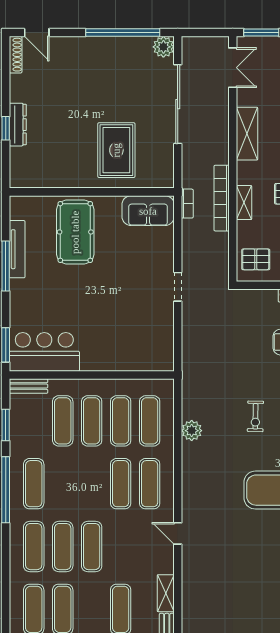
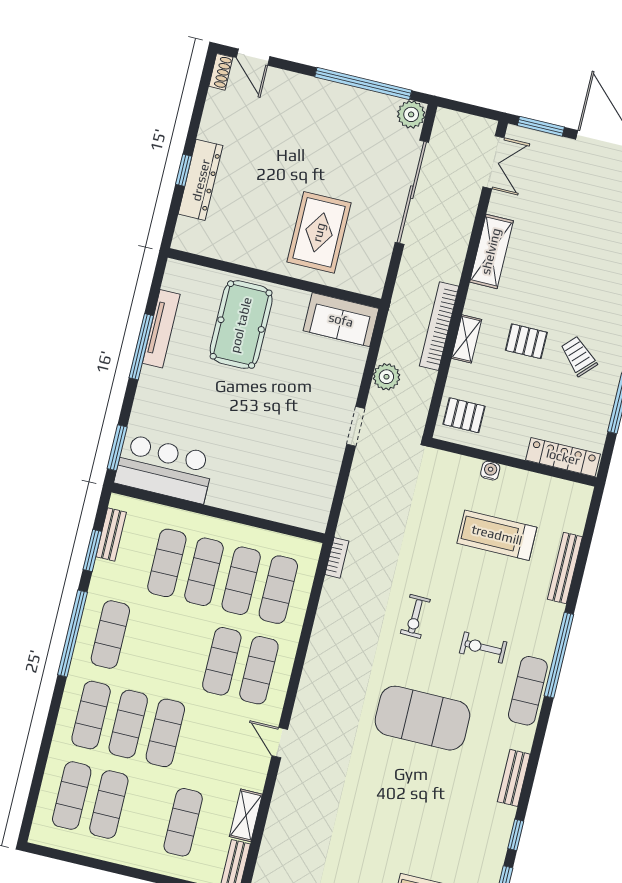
shoe rack: (16, 55) -> (221, 72), width x0.70
dresser: (18, 125) -> (201, 180), width x1.37, depth x1.24
bookcase: (187, 204) -> (337, 558), moved
bench: (28, 386) -> (111, 534), moved, turned 90
plant: (192, 431) -> (386, 377), moved

